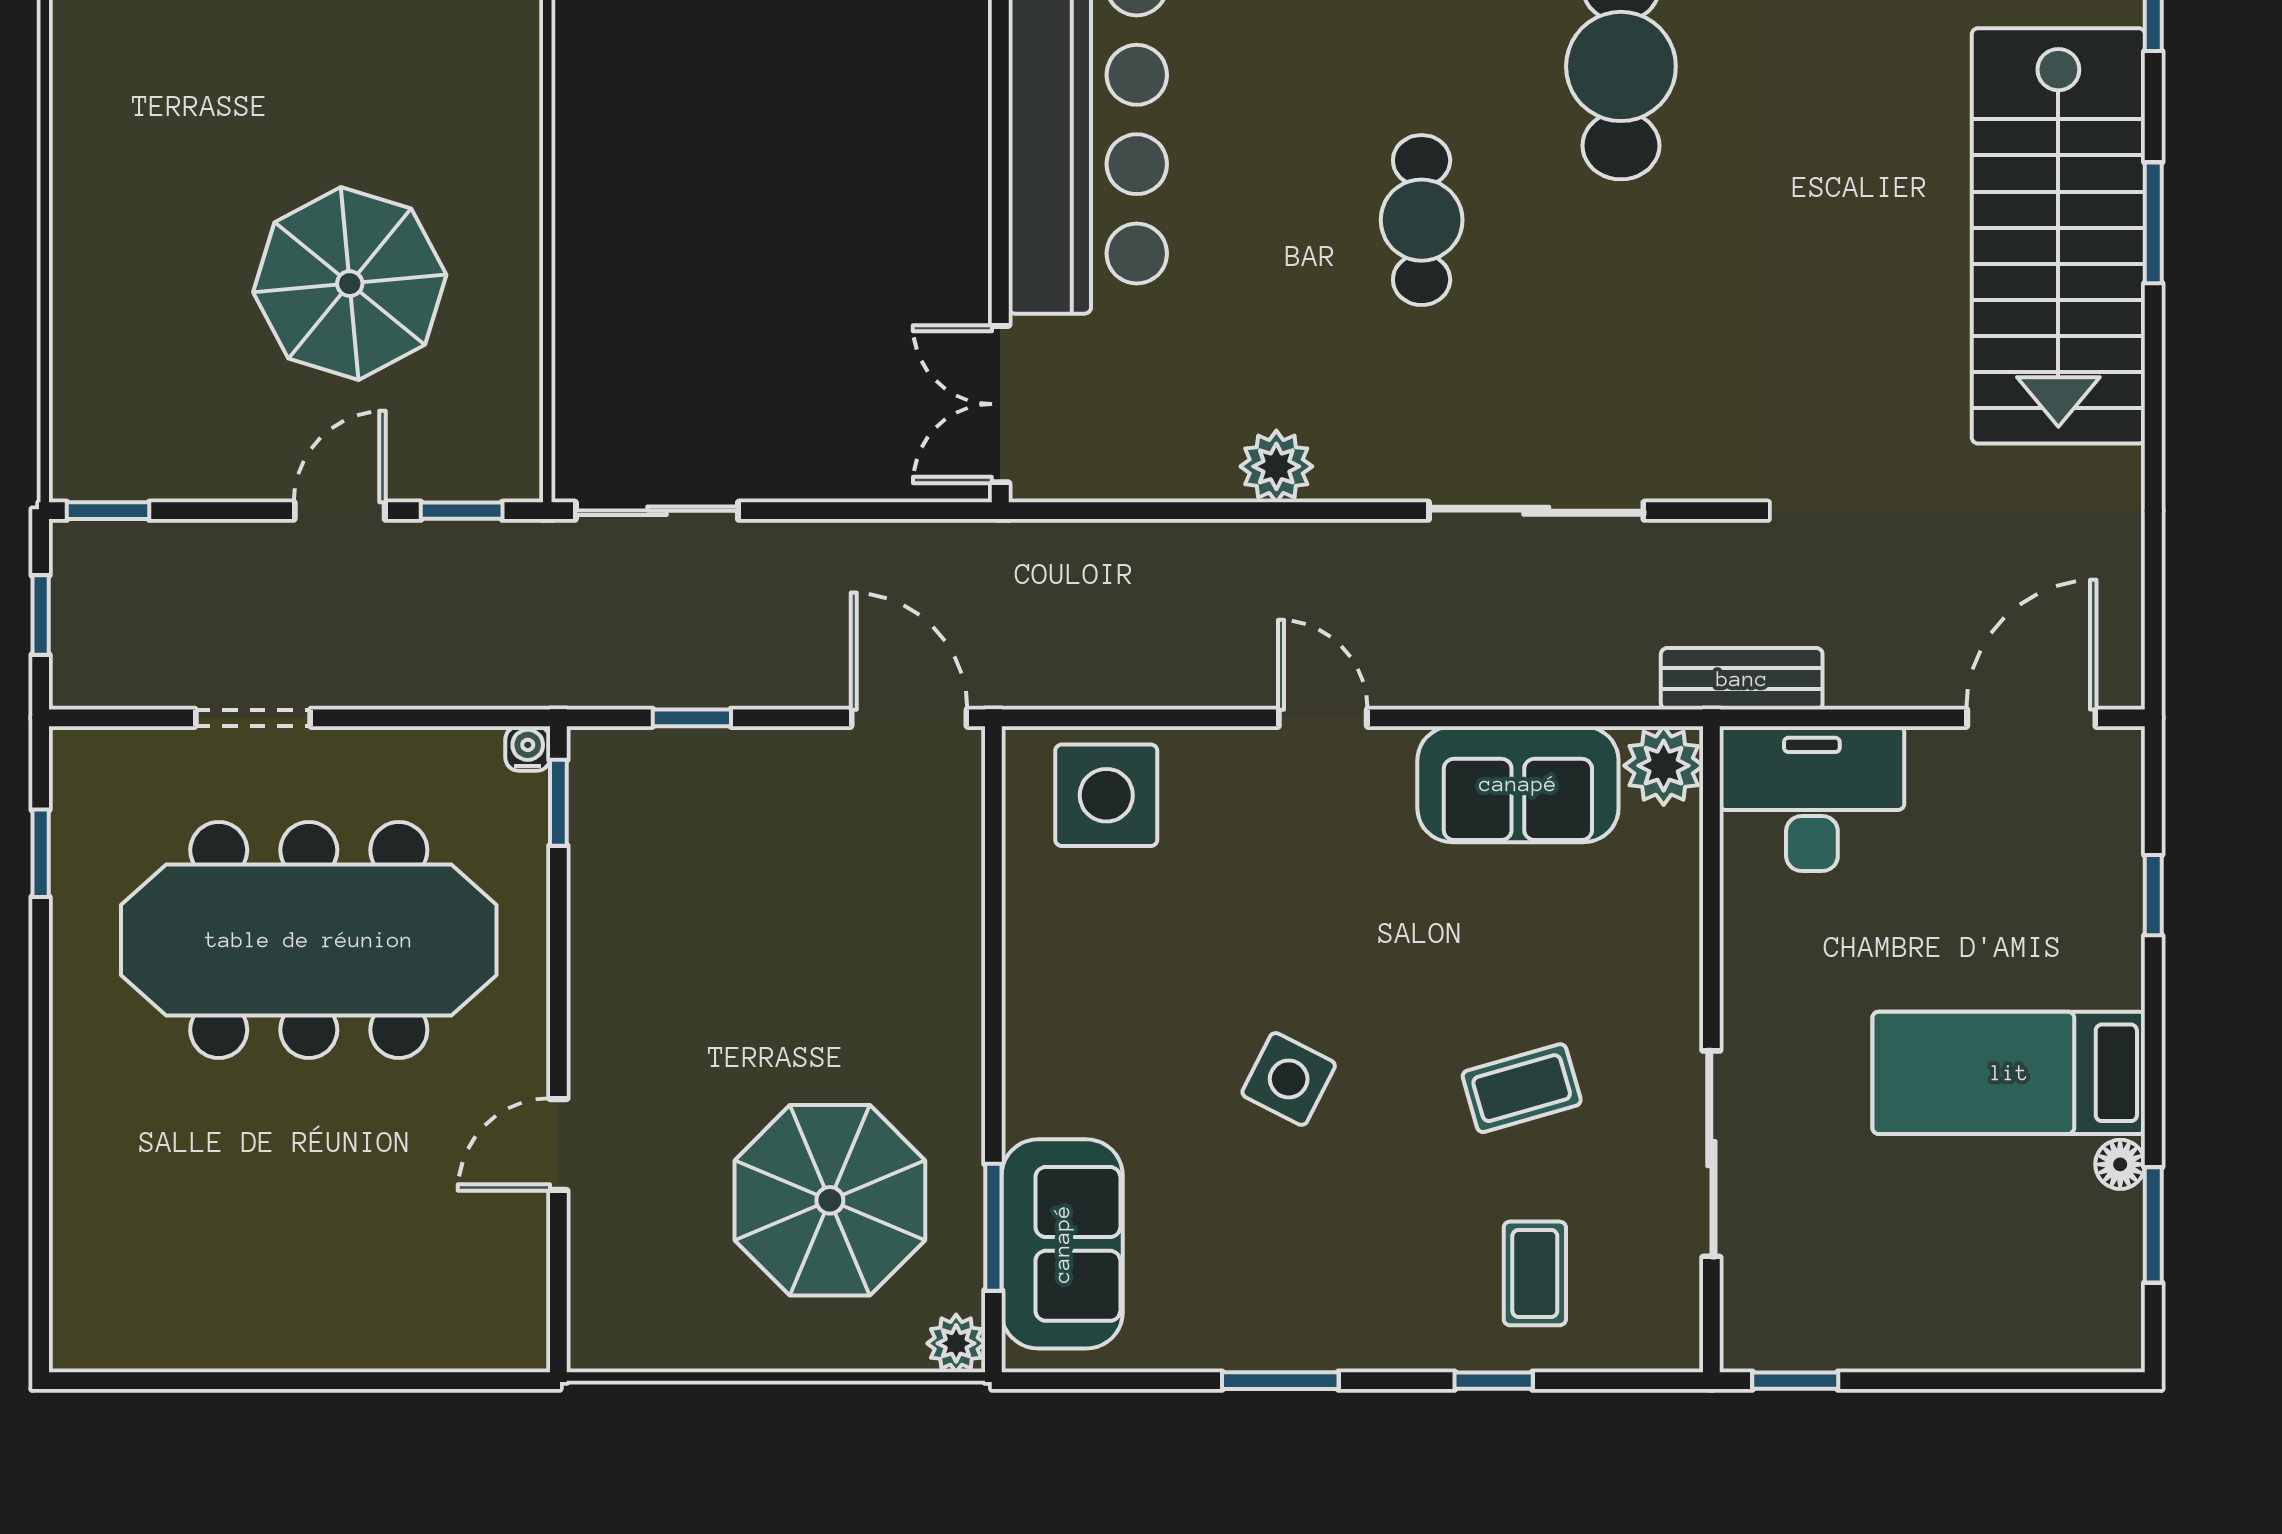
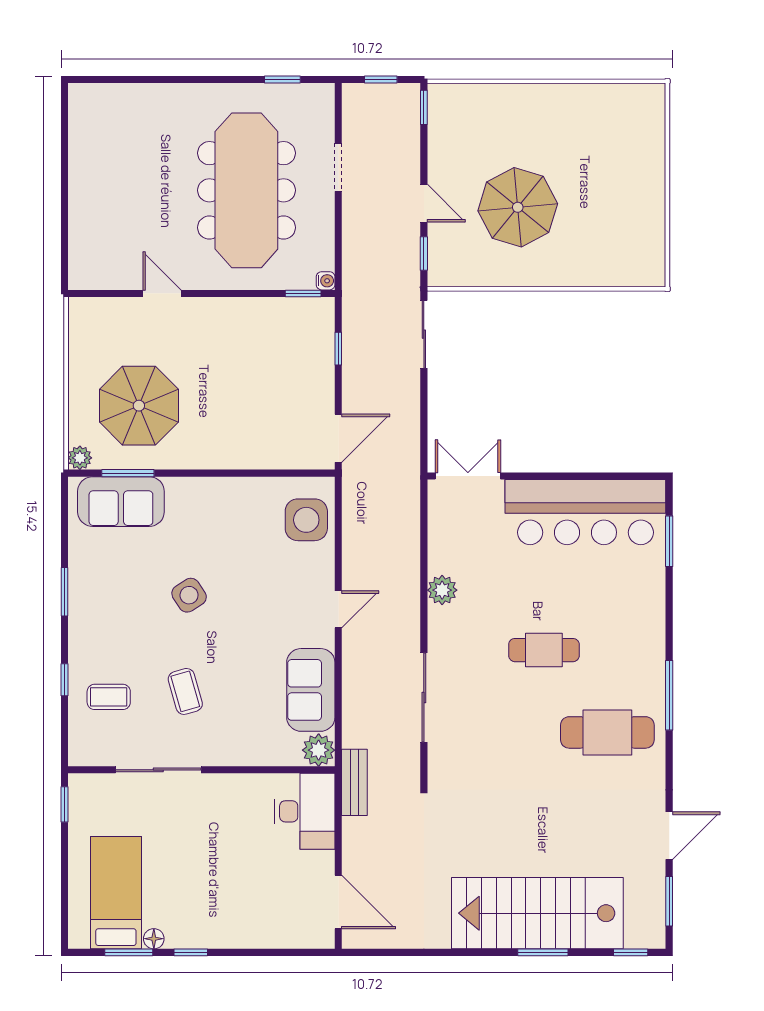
window: (2153, 895) -> (191, 952), moved
bed: (2009, 1073) -> (116, 893), moved
side table: (1289, 1079) -> (189, 595), turned 30

